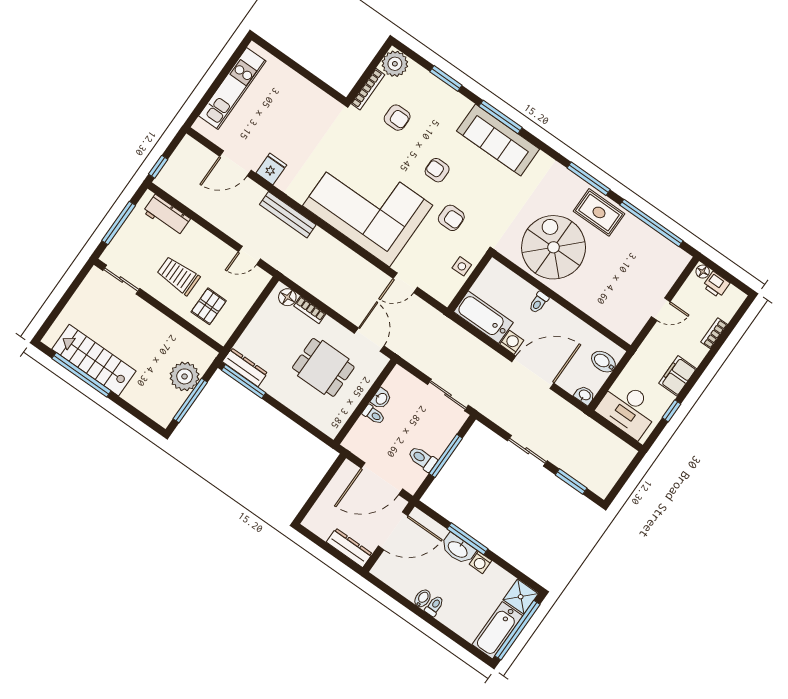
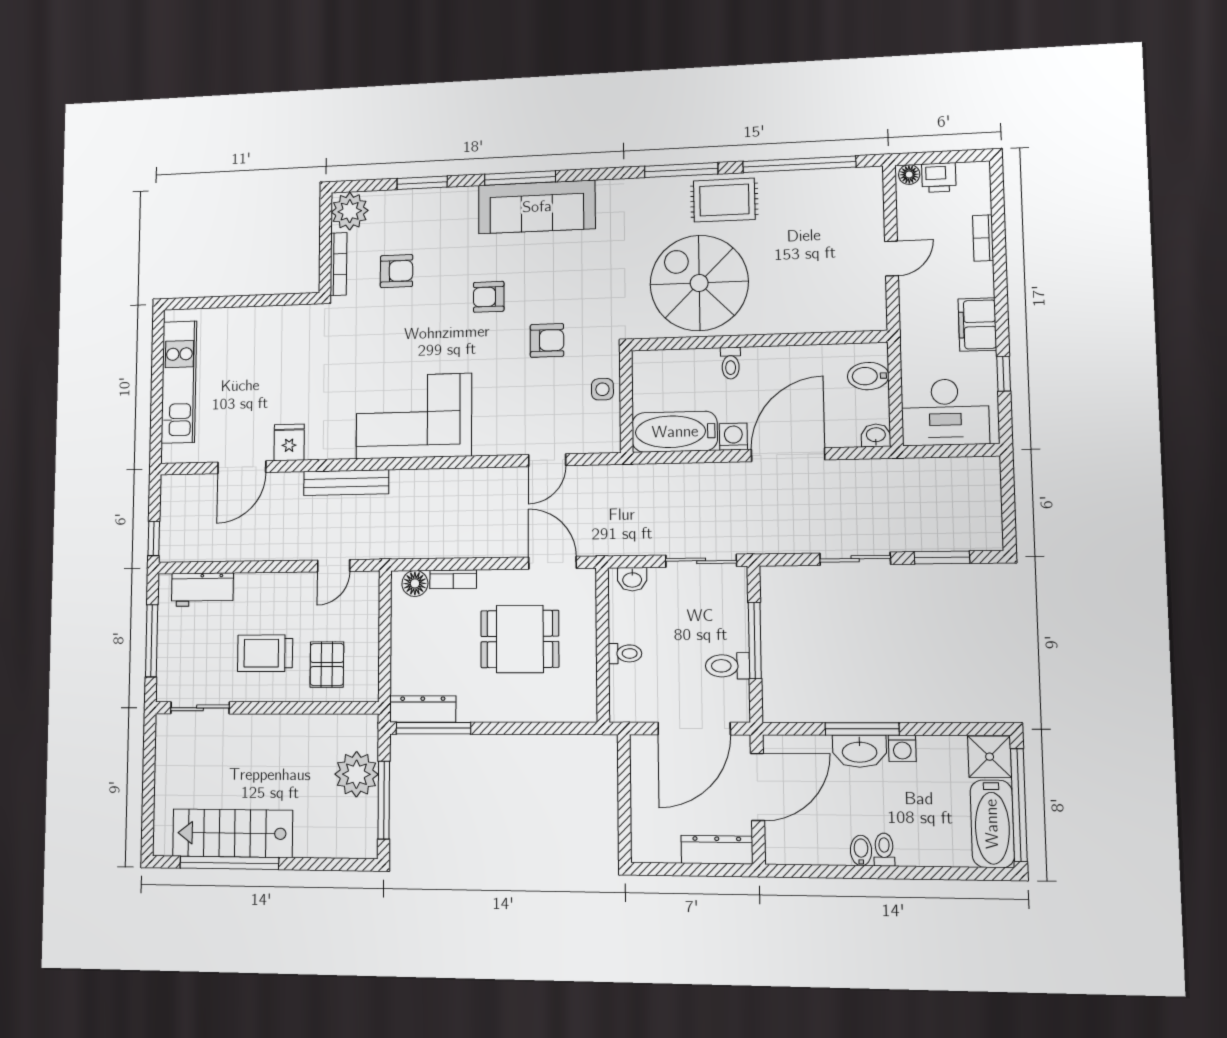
corner sofa: (368, 205) -> (414, 416), width x0.73, depth x0.74
washbasin: (381, 399) -> (632, 579), moved, turned 90

